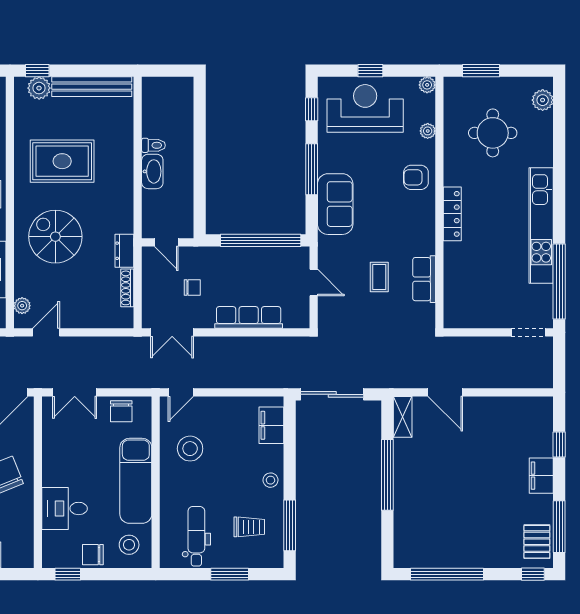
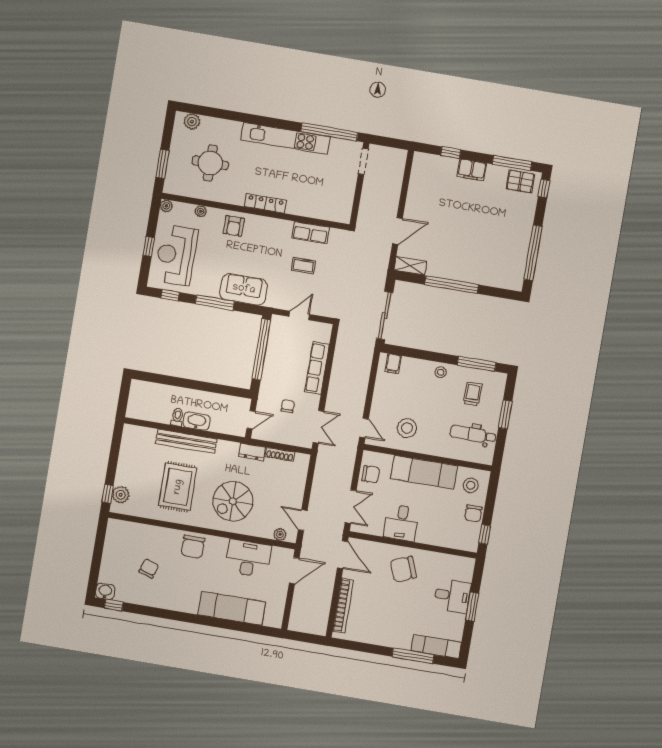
bench: (92, 87) -> (186, 441), moved, turned 90
filing cabinet: (271, 425) -> (393, 364), width x0.50
desk: (65, 508) -> (401, 523), moved

